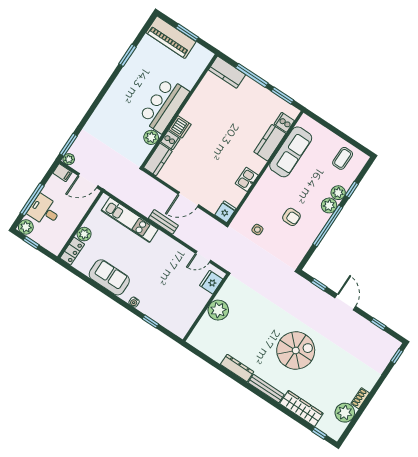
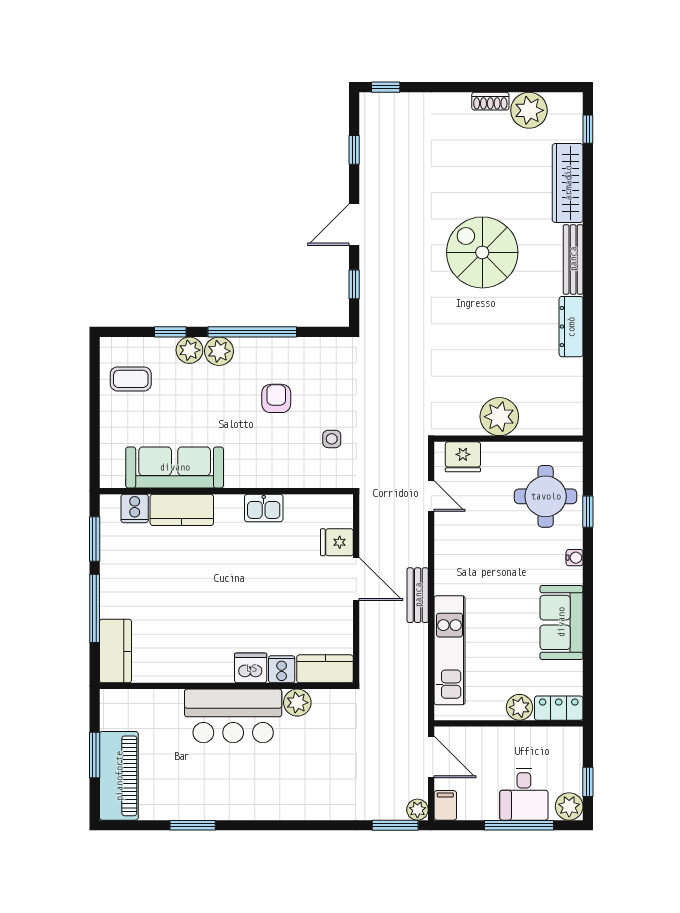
fridge: (225, 212) -> (337, 542), moved
round table: (170, 307) -> (546, 496), added

